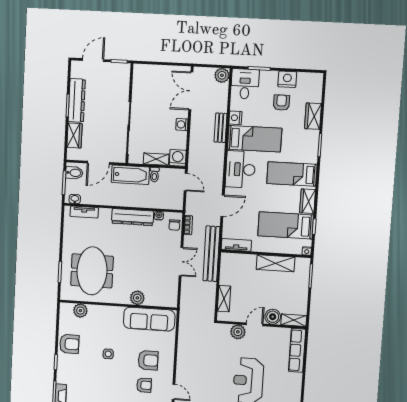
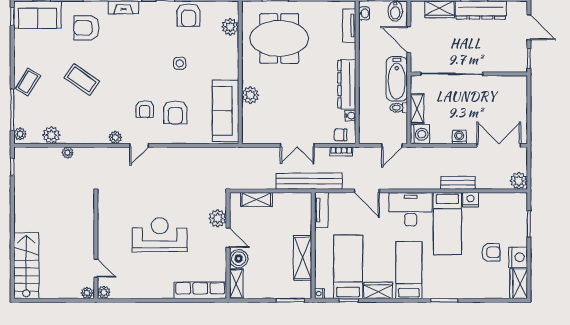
desk: (245, 84) -> (510, 208), removed
wardrobe: (313, 116) -> (519, 284), moved, turned -90

